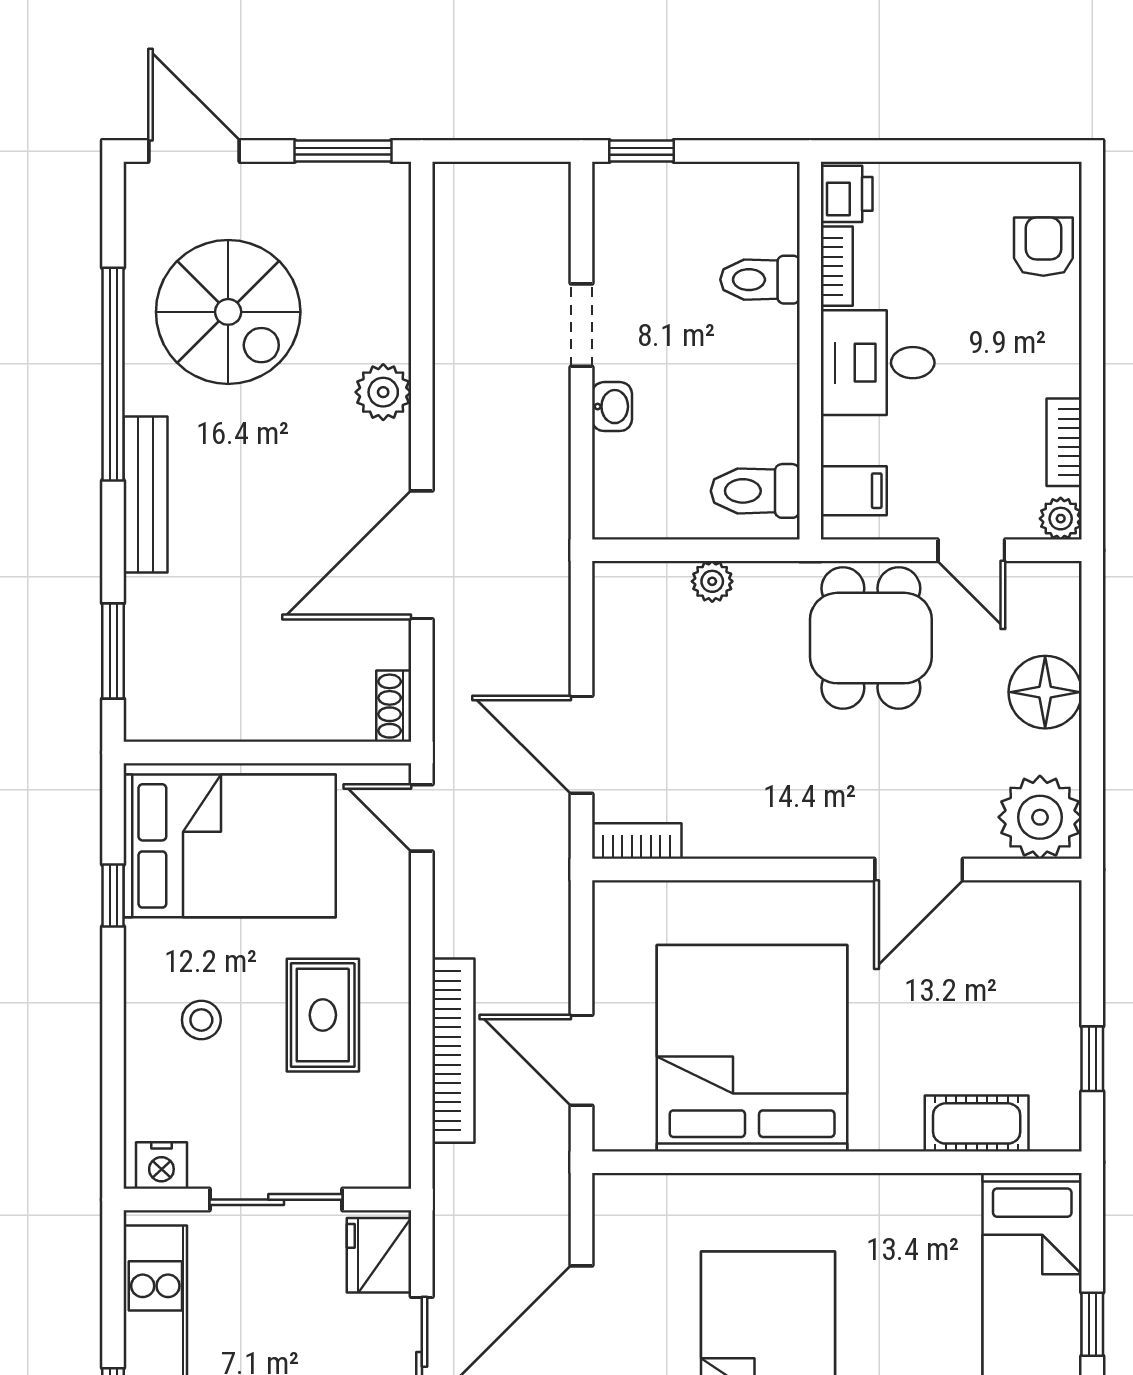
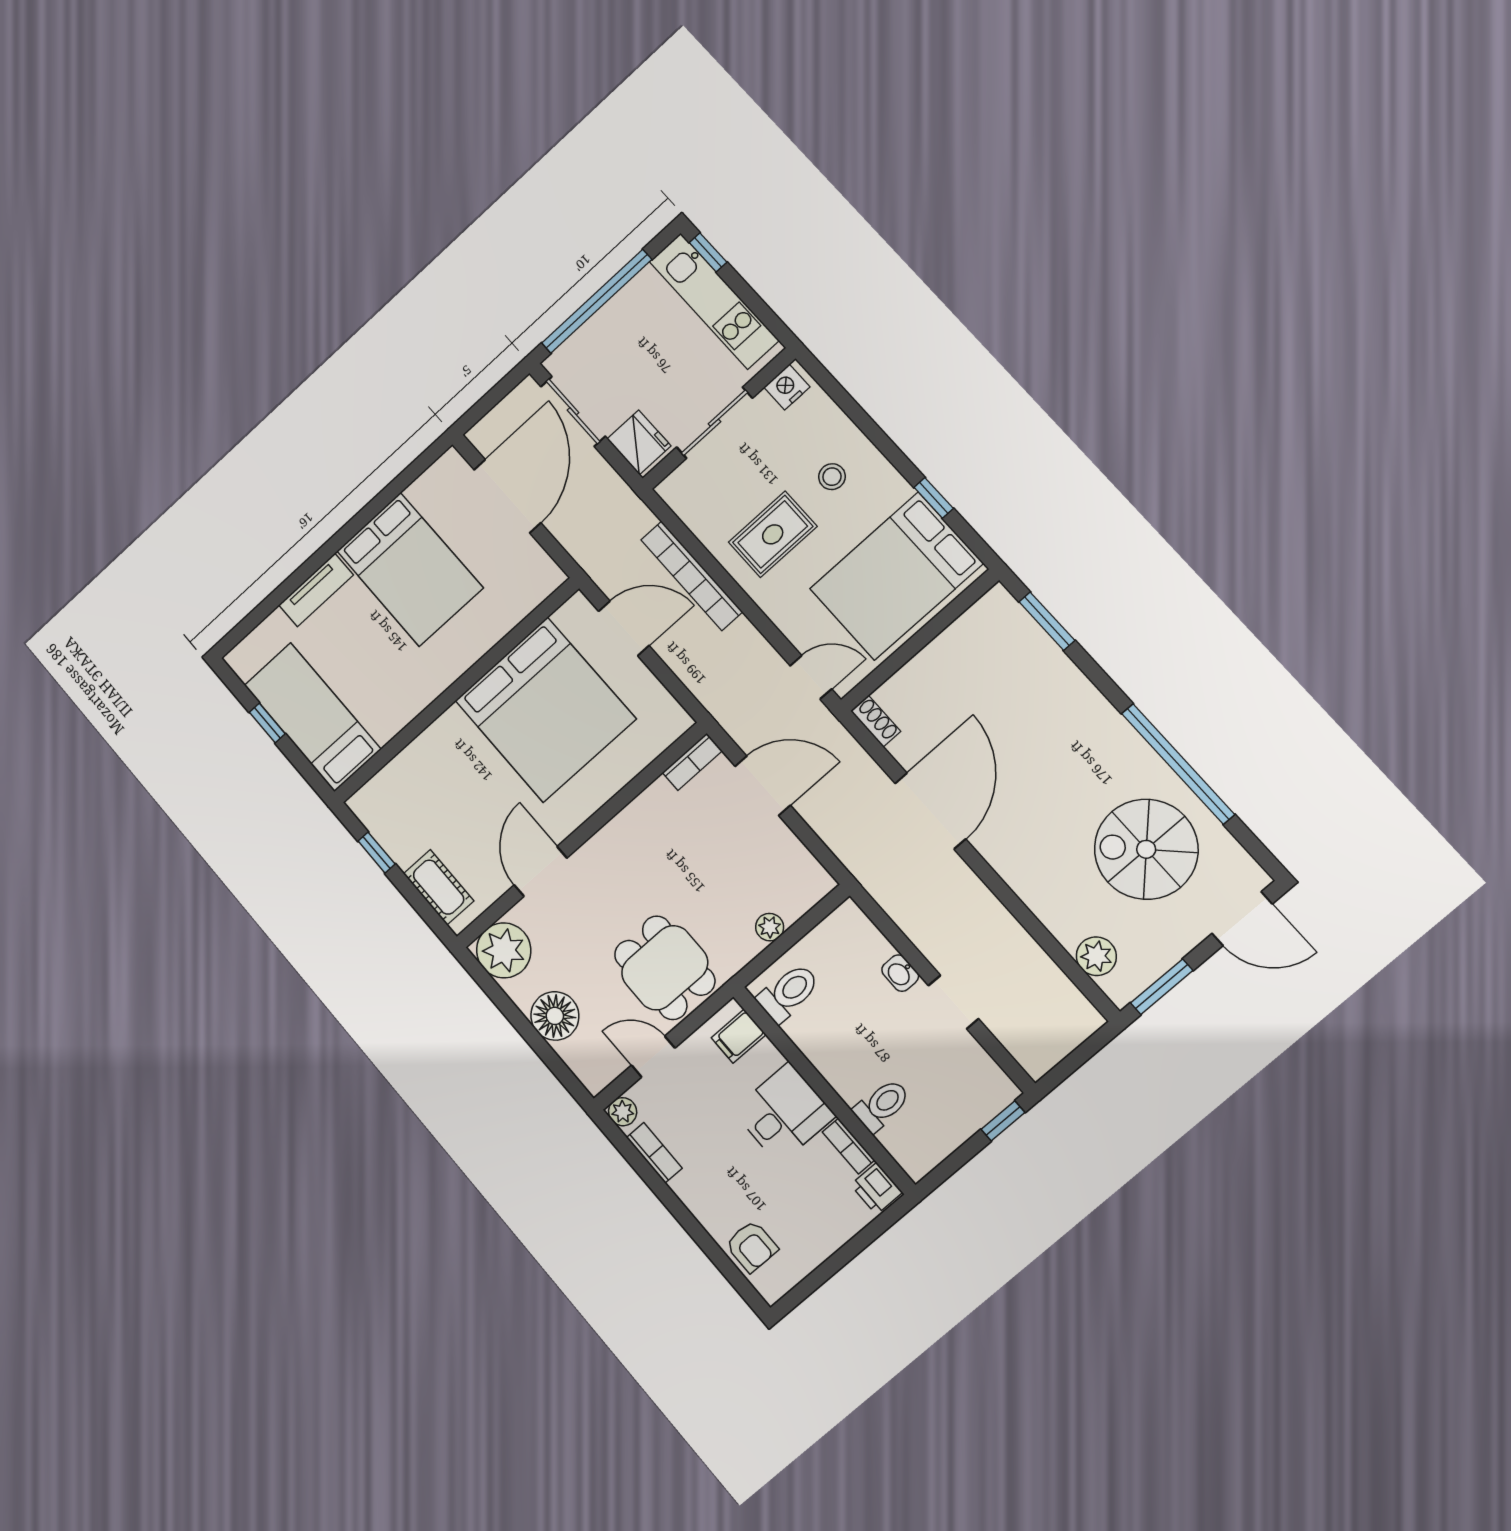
plant: (383, 392) -> (1096, 956), moved
bench: (146, 495) -> (1103, 716), removed
rug: (323, 1015) -> (773, 534), turned 90
cot: (977, 1123) -> (439, 887), moved, turned 90

